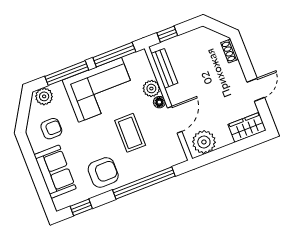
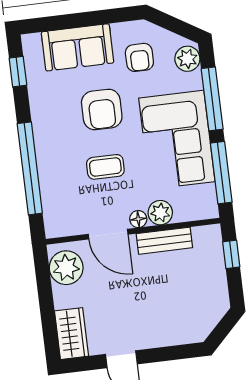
shoe rack: (230, 51) -> (185, 336), removed
bench: (164, 68) -> (164, 241), moved
coffee table: (130, 133) -> (105, 167), width x0.73, depth x0.77
armchair: (103, 172) -> (102, 109), moved

